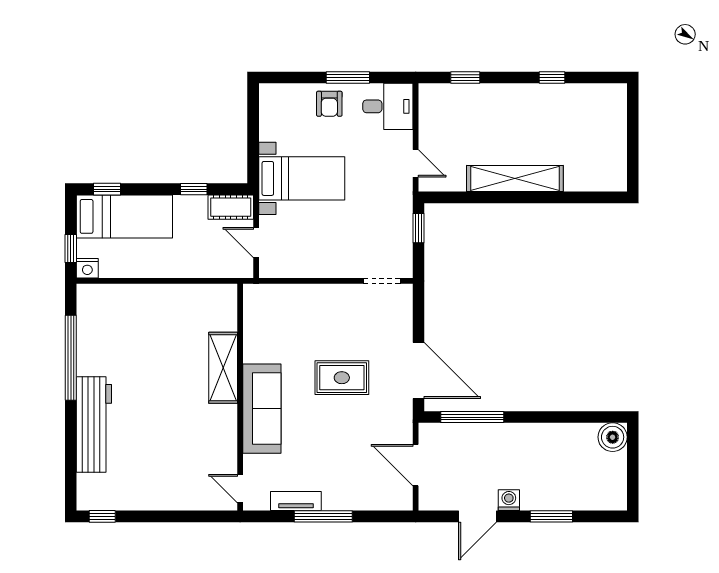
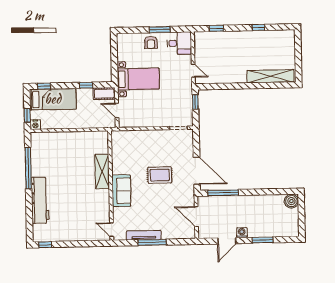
shelving: (515, 178) -> (271, 76), moved
sofa: (262, 409) -> (121, 191), width x0.73
tv unit: (296, 501) -> (144, 235), width x1.41

